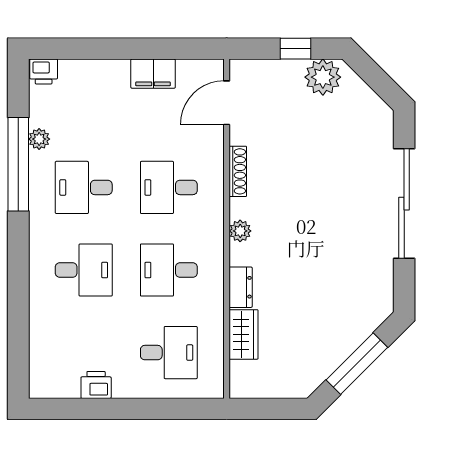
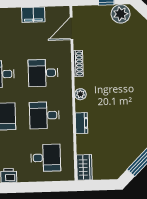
wardrobe: (244, 334) -> (84, 167), moved

